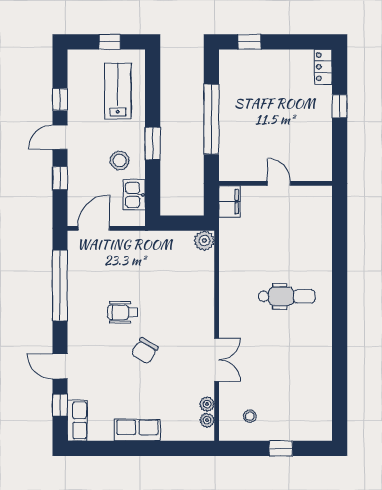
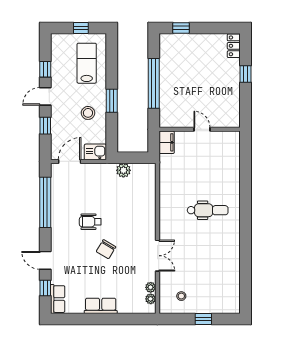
kitchen sink: (134, 195) -> (95, 152), moved, turned 90
plant: (204, 241) -> (123, 170), moved

